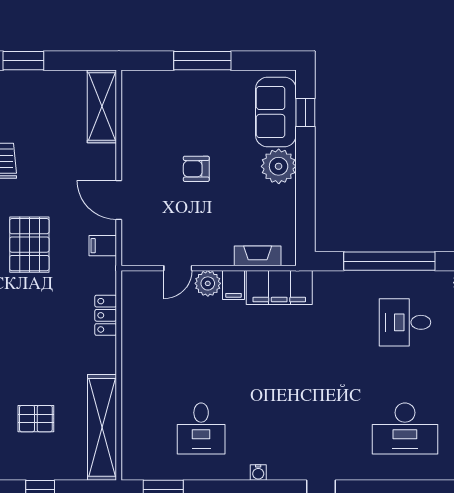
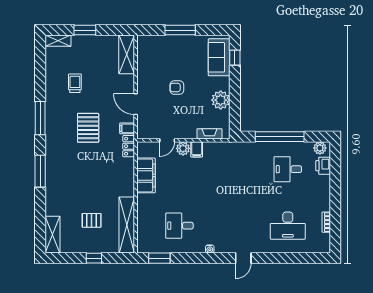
plant: (279, 166) -> (221, 100), moved
filing cabinet: (279, 288) -> (146, 175), moved, turned -90
locker: (106, 315) -> (129, 146), moved
desk: (201, 429) -> (179, 226), turned 90

